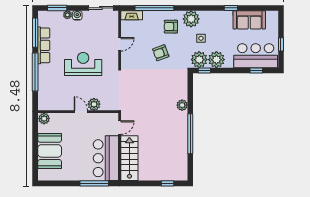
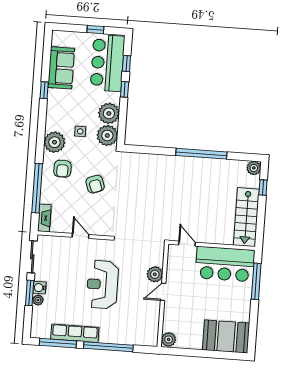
window: (57, 8) -> (30, 293), moved
window: (204, 70) -> (125, 89), moved
plant: (182, 105) -> (254, 168), moved
booth: (50, 151) -> (226, 336), moved
stairs: (129, 158) -> (246, 217), moved, turned -90

